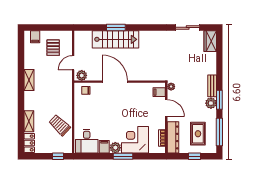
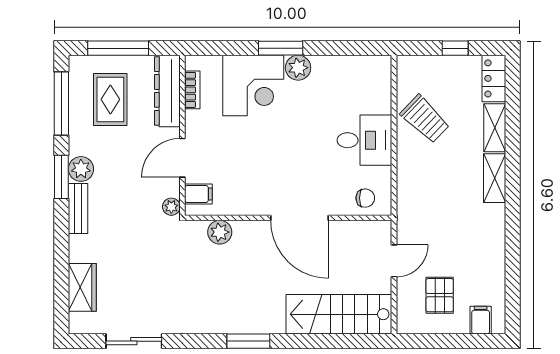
window: (116, 27) -> (248, 341), moved
stairs: (115, 39) -> (339, 314), moved
wardrobe: (210, 41) -> (82, 287), moved
plant: (82, 75) -> (220, 232), moved
shelving: (29, 80) -> (495, 178), moved
door: (166, 108) -> (182, 158), hinge flipped
desk: (87, 141) -> (364, 140), moved, turned 90
filing cabinet: (104, 147) -> (324, 70), removed
window: (58, 156) -> (455, 48), moved
window: (194, 156) -> (118, 48), width x2.17

